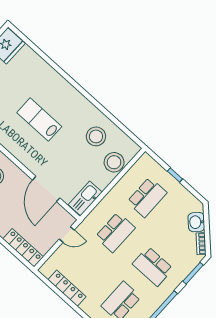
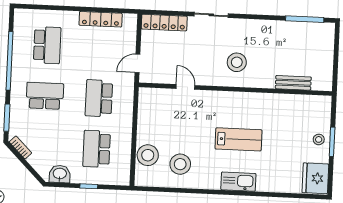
door: (46, 189) -> (185, 87), width x0.53
kitchen sink: (85, 198) -> (238, 182), moved, turned -90
washbasin: (196, 222) -> (60, 174), moved, turned -45

